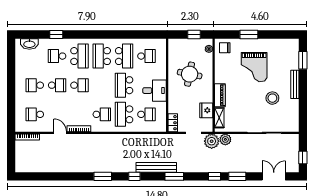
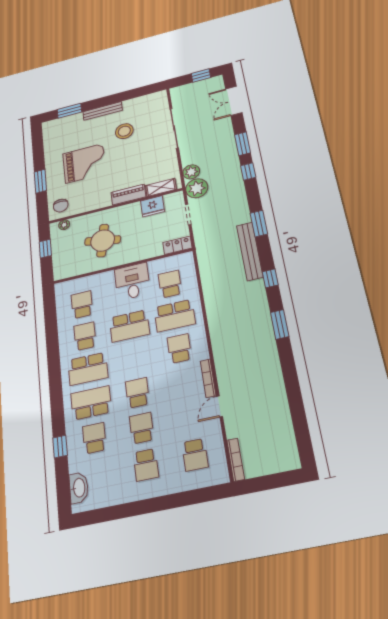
school desk: (57, 56) -> (94, 438), turned 180
school desk: (124, 56) -> (85, 336), width x0.54

